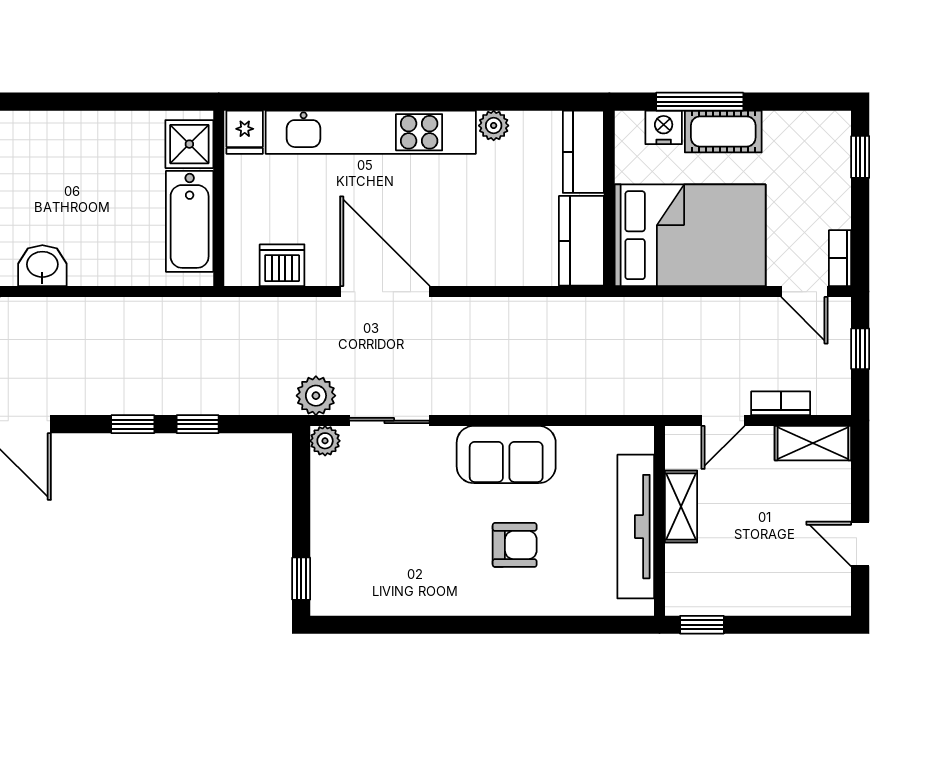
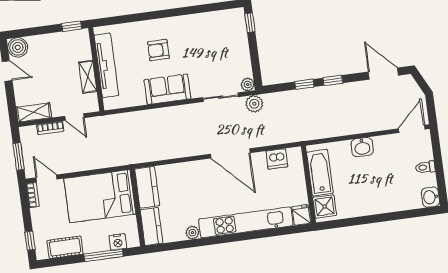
cot: (723, 131) -> (65, 247), moved
washbasin: (42, 266) -> (362, 147), moved
window: (860, 349) -> (19, 156), width x1.50
door: (723, 421) -> (74, 117), swing flipped
boiler: (829, 594) -> (18, 47), added

